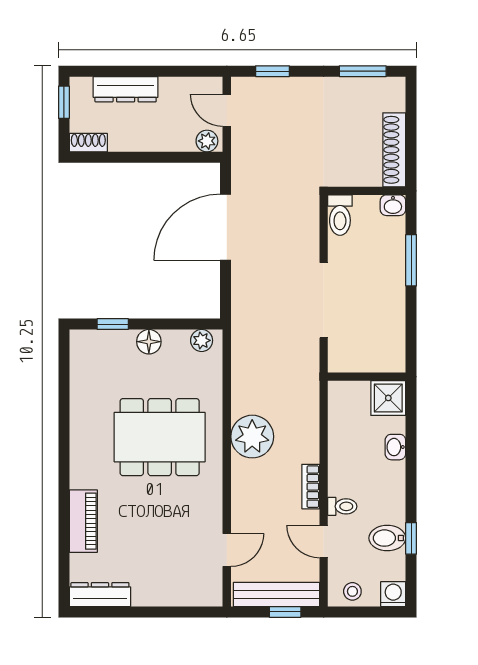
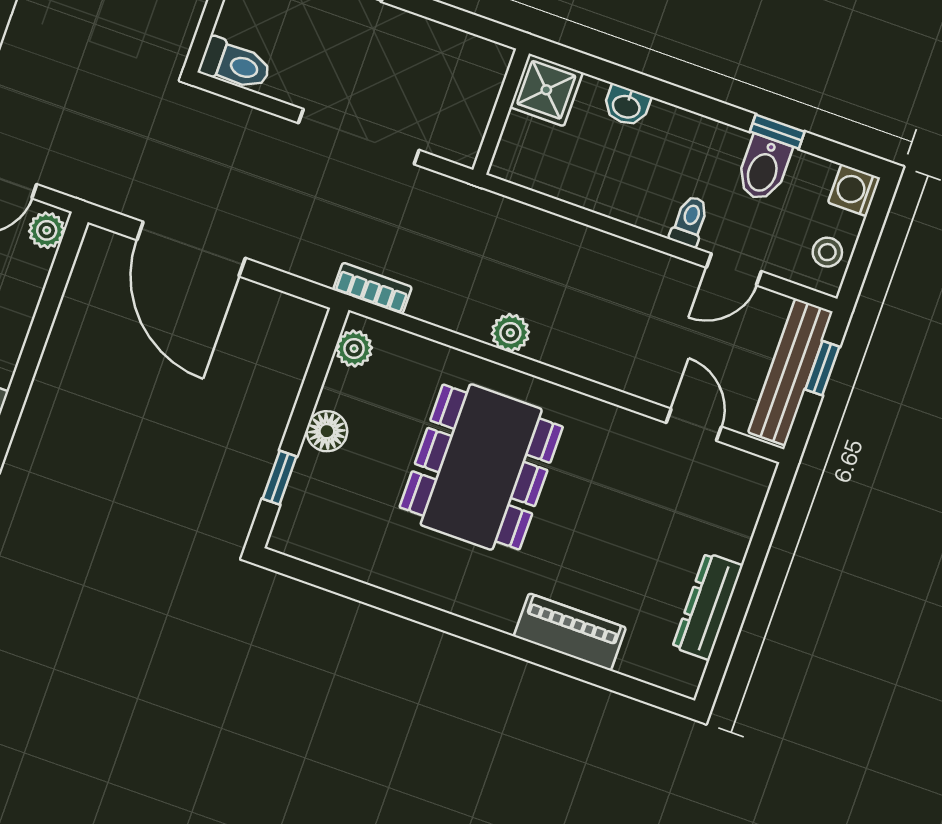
plant: (252, 437) -> (510, 333), width x0.53, depth x0.53
bookcase: (311, 487) -> (372, 288), moved, turned 180
dresser: (100, 595) -> (708, 606), moved

